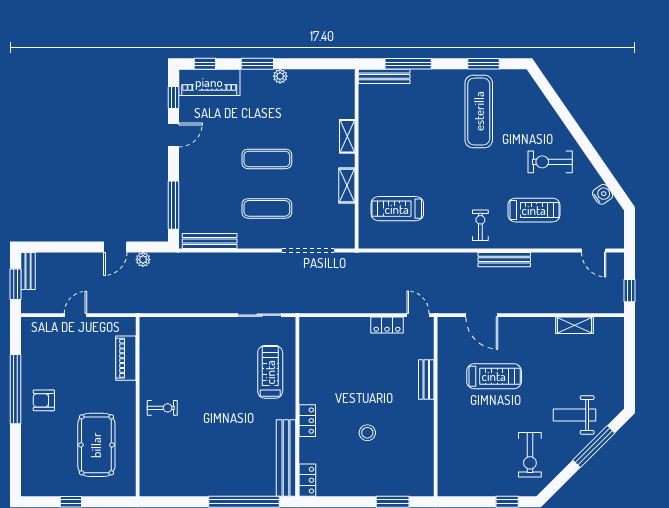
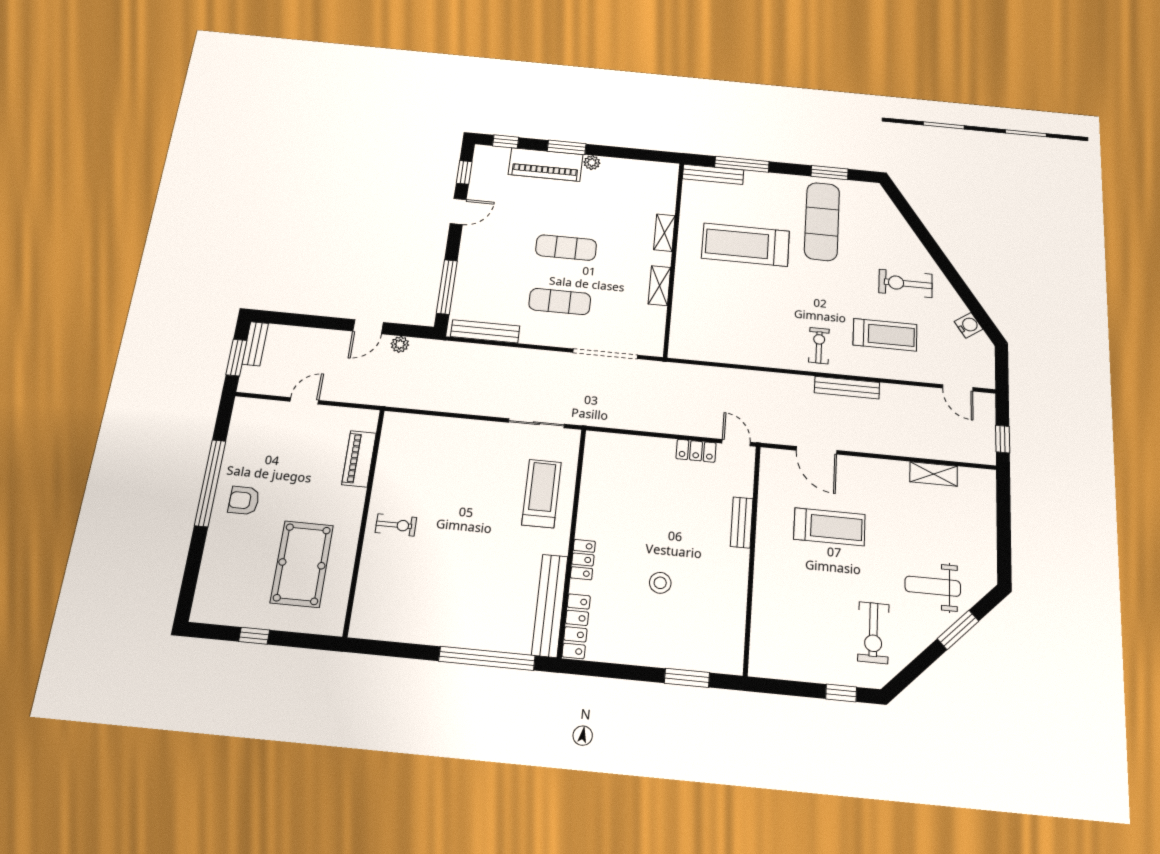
piano: (209, 82) -> (546, 165), moved
treadmill: (397, 209) -> (746, 245), moved, width x1.37, depth x1.38
window: (594, 447) -> (958, 630), width x0.69
locker: (307, 480) -> (576, 626), width x1.53

